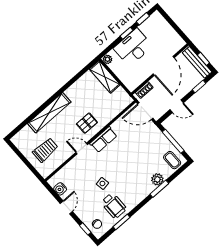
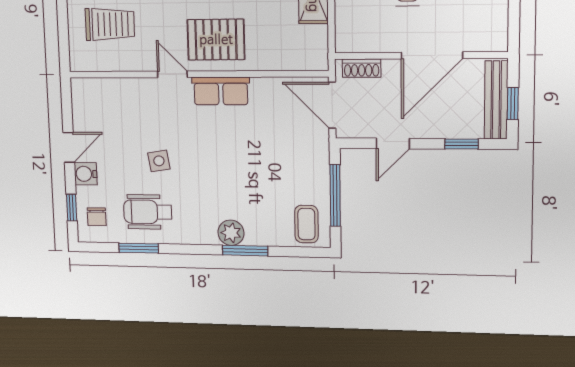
door: (177, 106) -> (393, 143), hinge flipped
pallet: (87, 123) -> (216, 40), width x1.50, depth x1.42
plant: (157, 179) -> (231, 233), moved
water cooler: (60, 189) -> (86, 174), moved
wheelchair: (114, 206) -> (148, 212), turned 90

